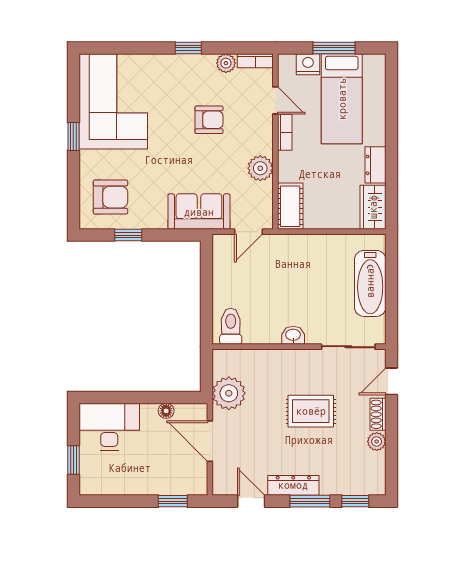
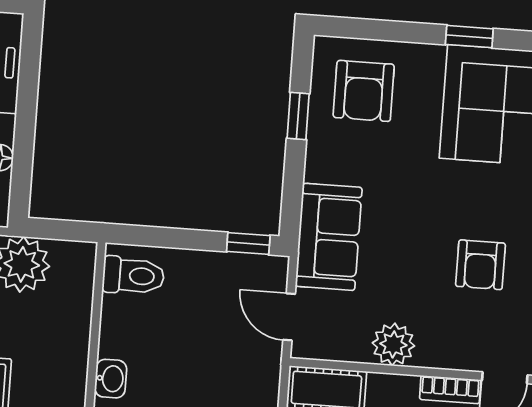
window: (206, 259) -> (248, 244), added

